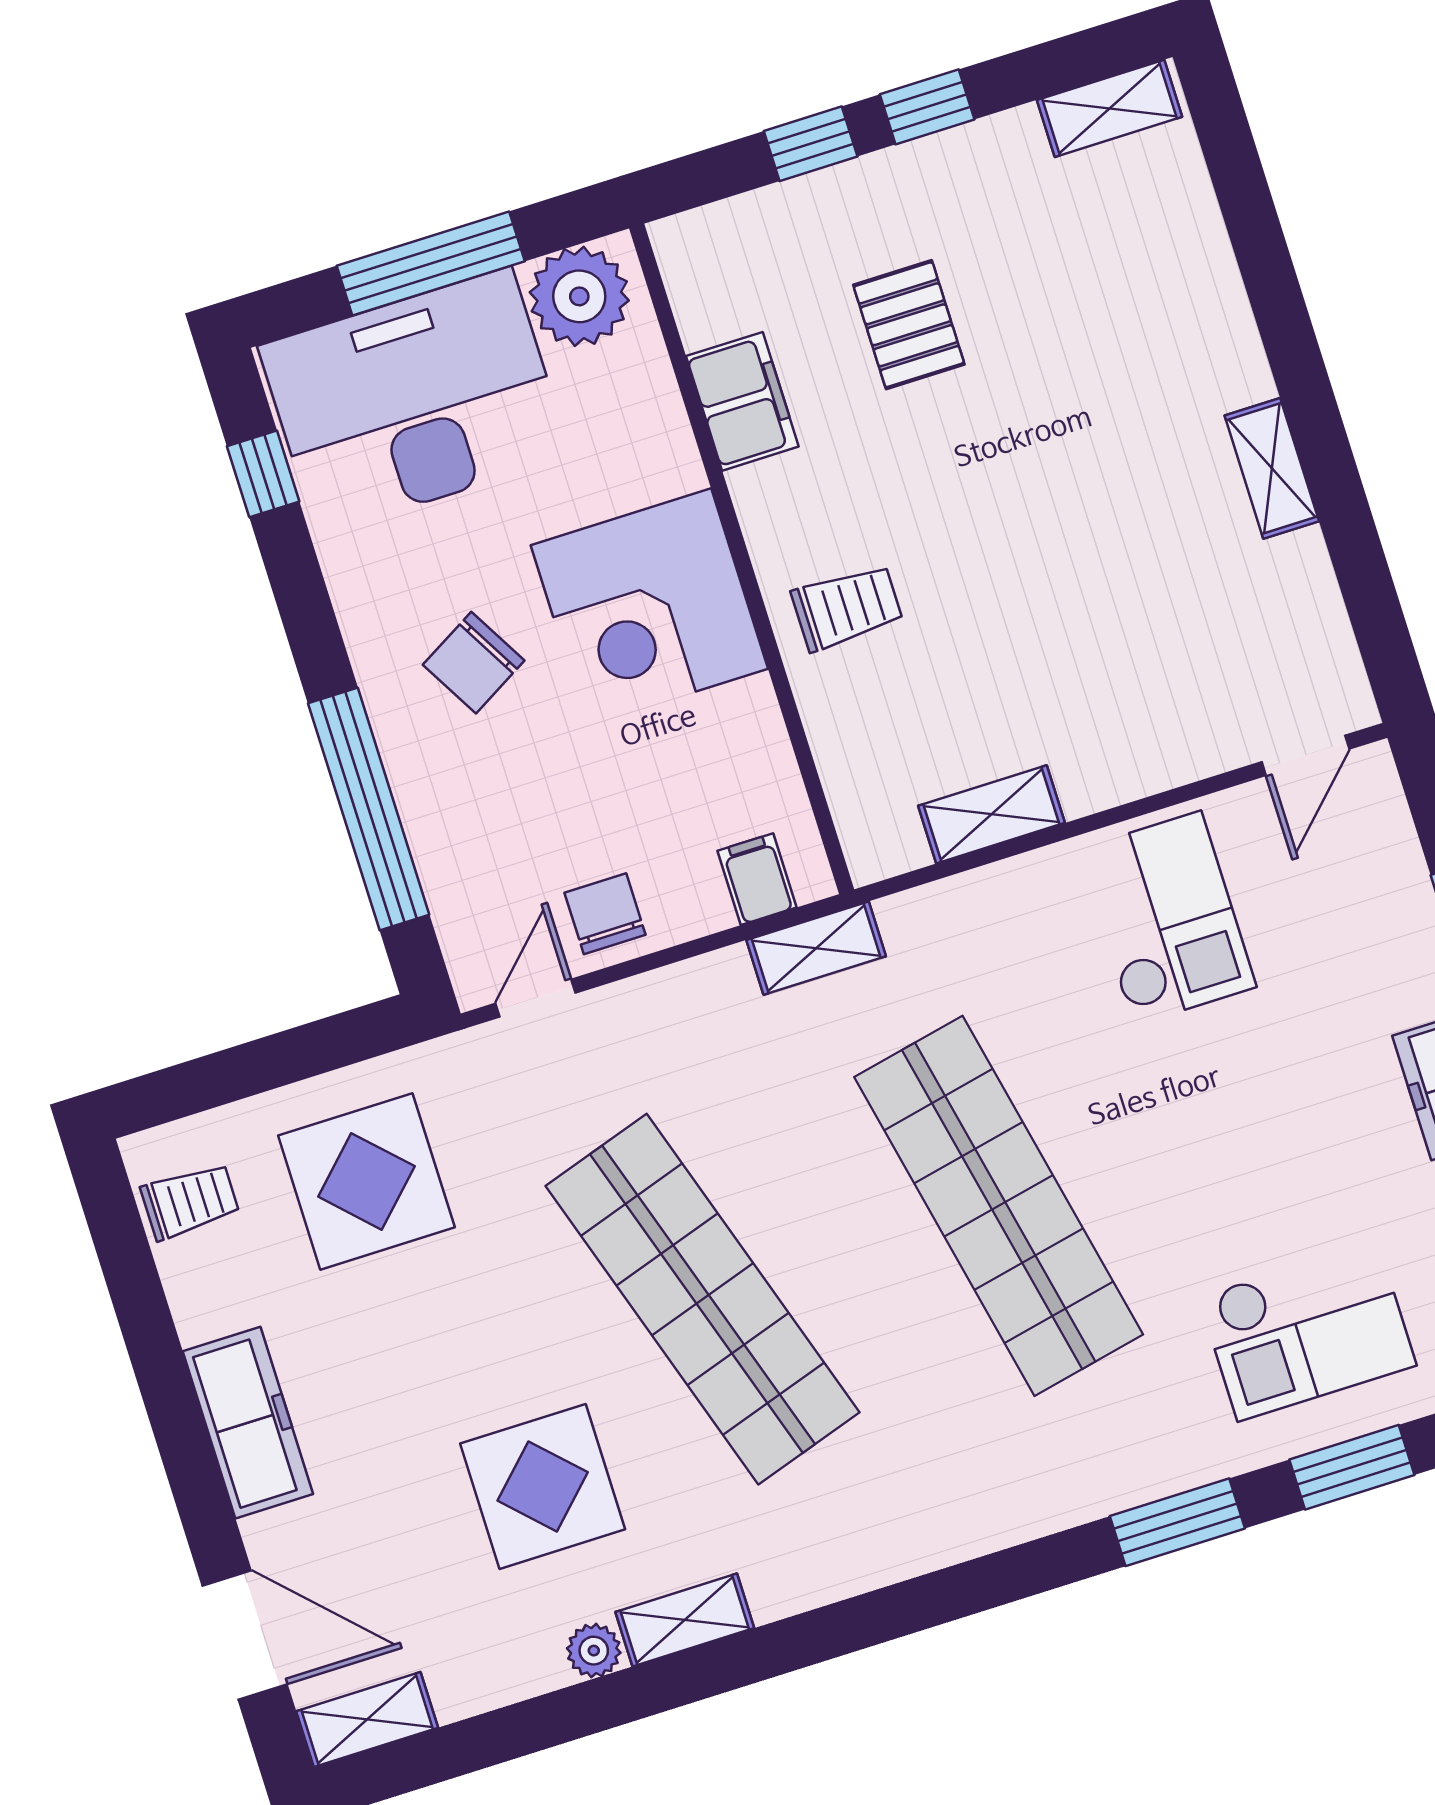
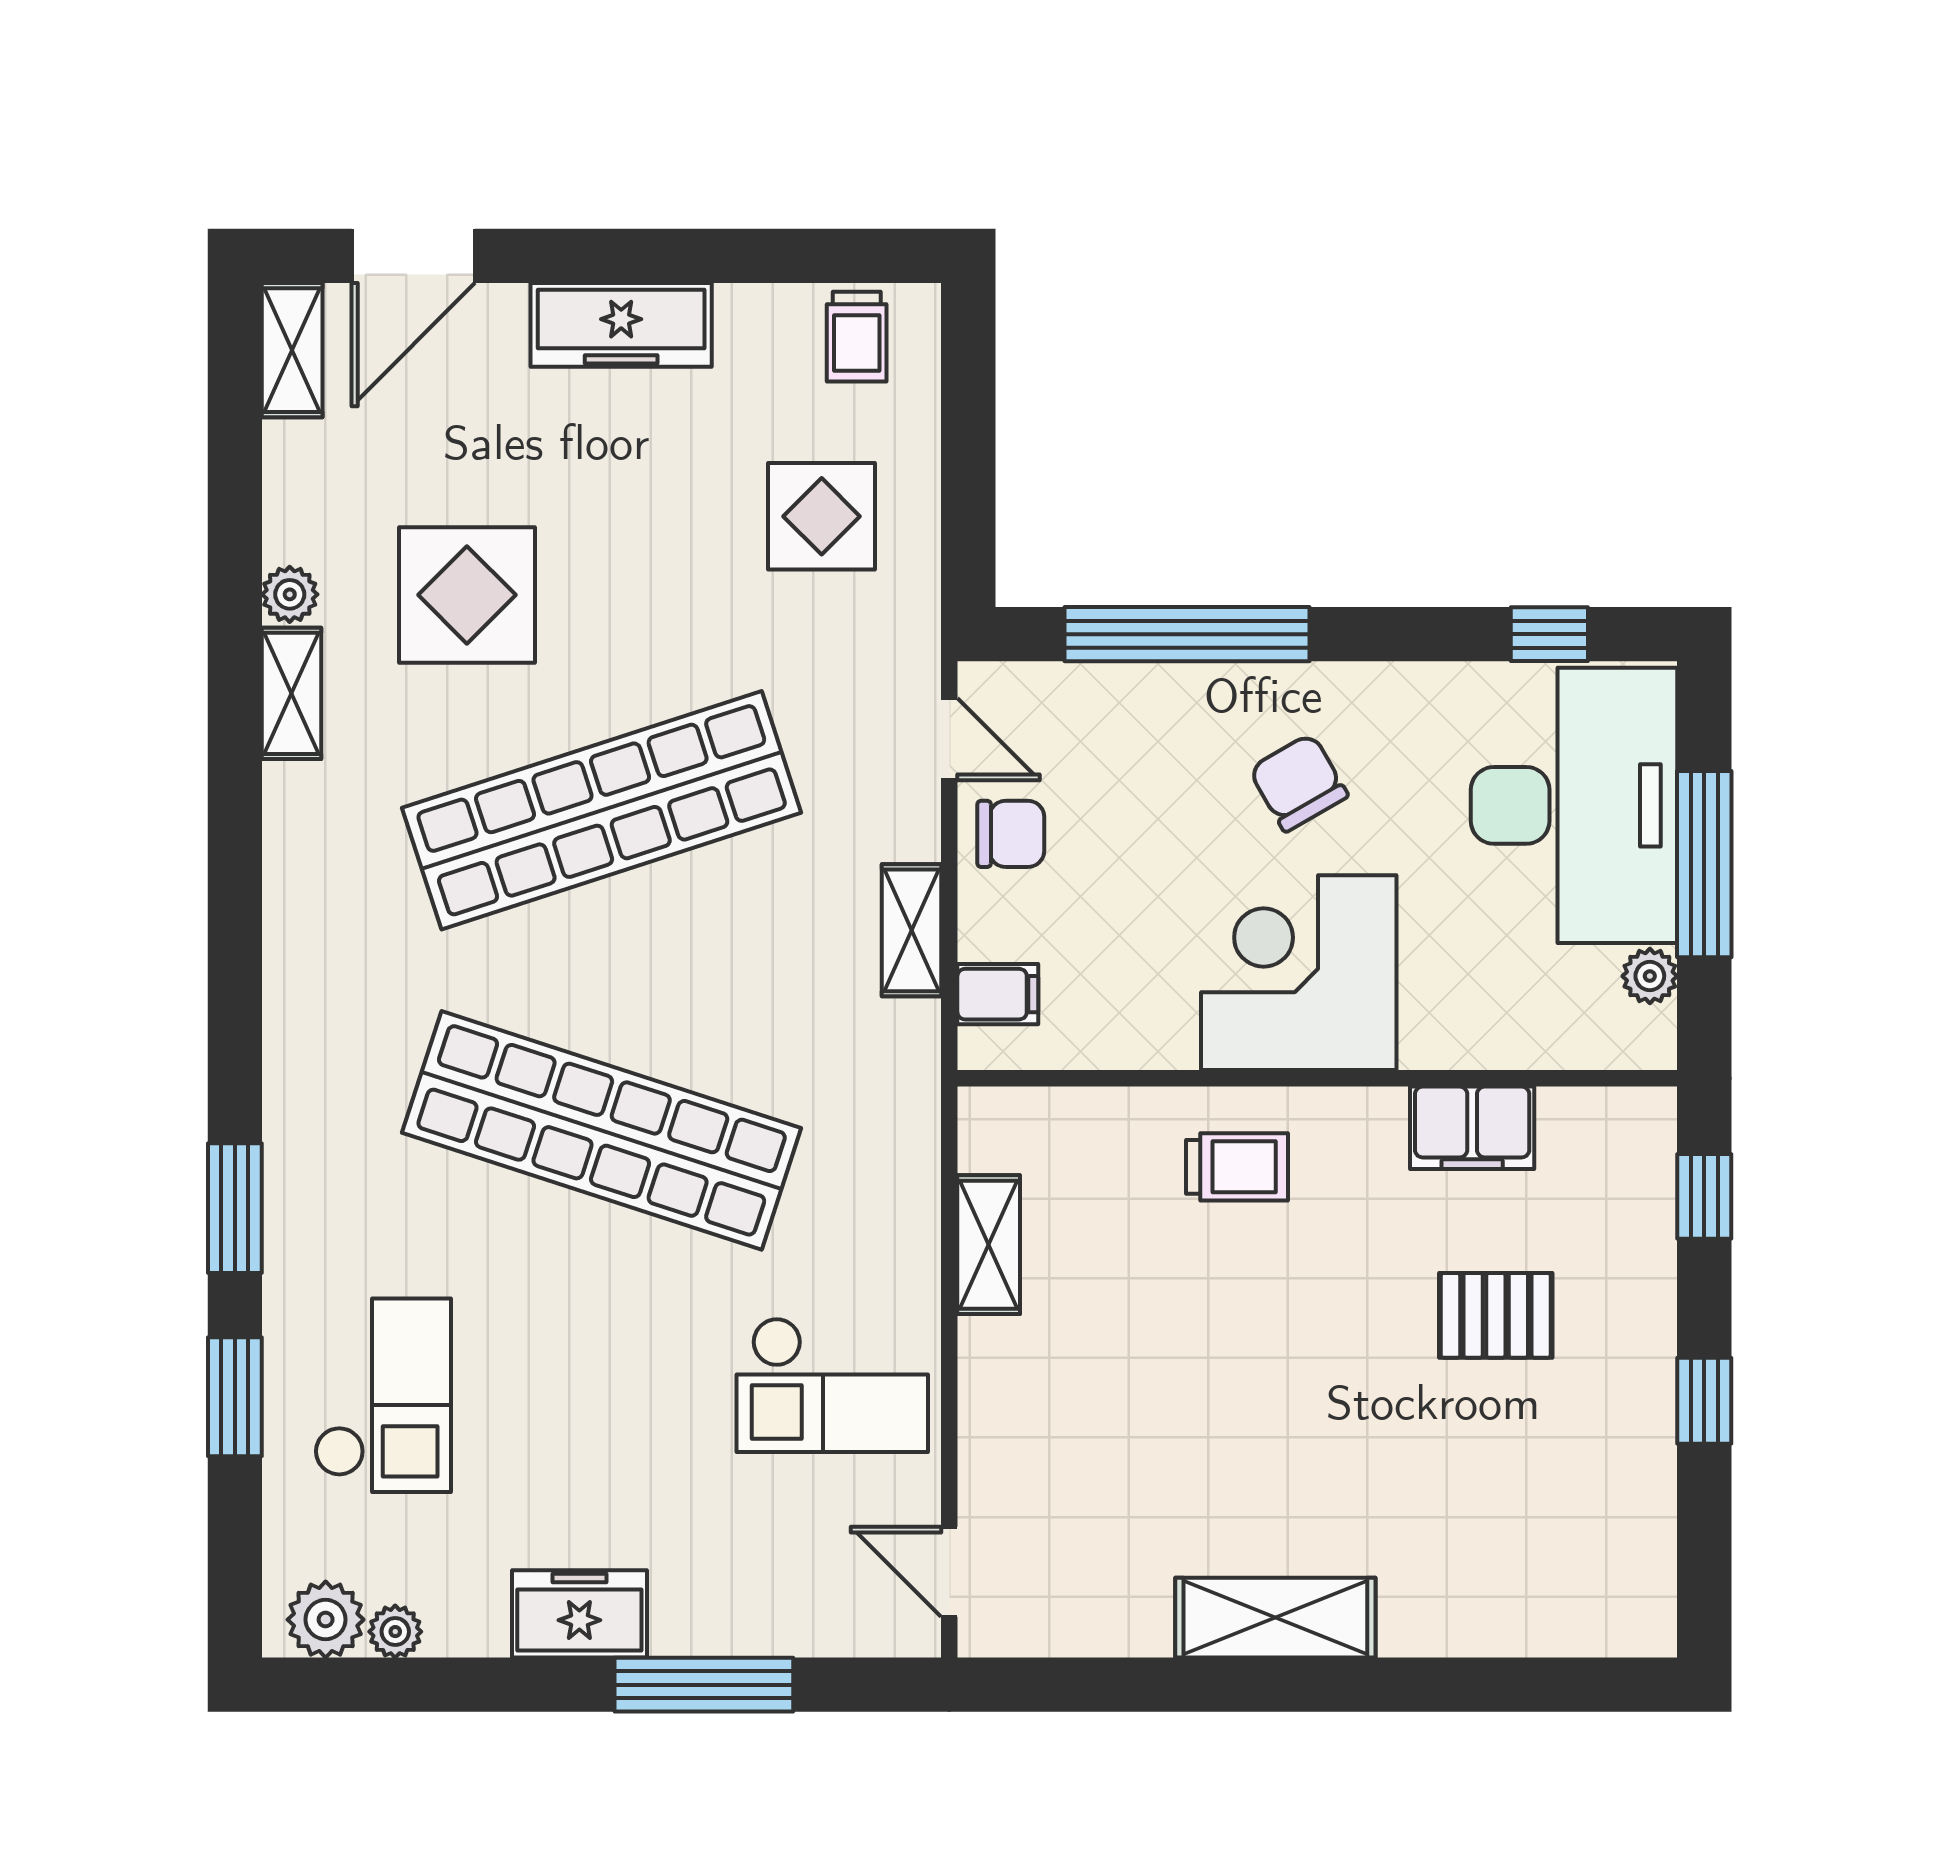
shelving: (1110, 108) -> (1646, 1580), removed
window: (811, 144) -> (1704, 1196), moved
plant: (579, 296) -> (1650, 976), width x0.53, depth x0.53
shelving: (1272, 468) -> (1275, 1618), width x1.50, depth x1.33
trolley: (847, 607) -> (1237, 1167), turned -90
shelving: (816, 948) -> (912, 930), moved
display table: (366, 1181) -> (822, 516), width x0.73, depth x0.73
shop shelf: (999, 1206) -> (602, 1130), turned 30
checkout: (1307, 1331) -> (383, 1395), turned 180

